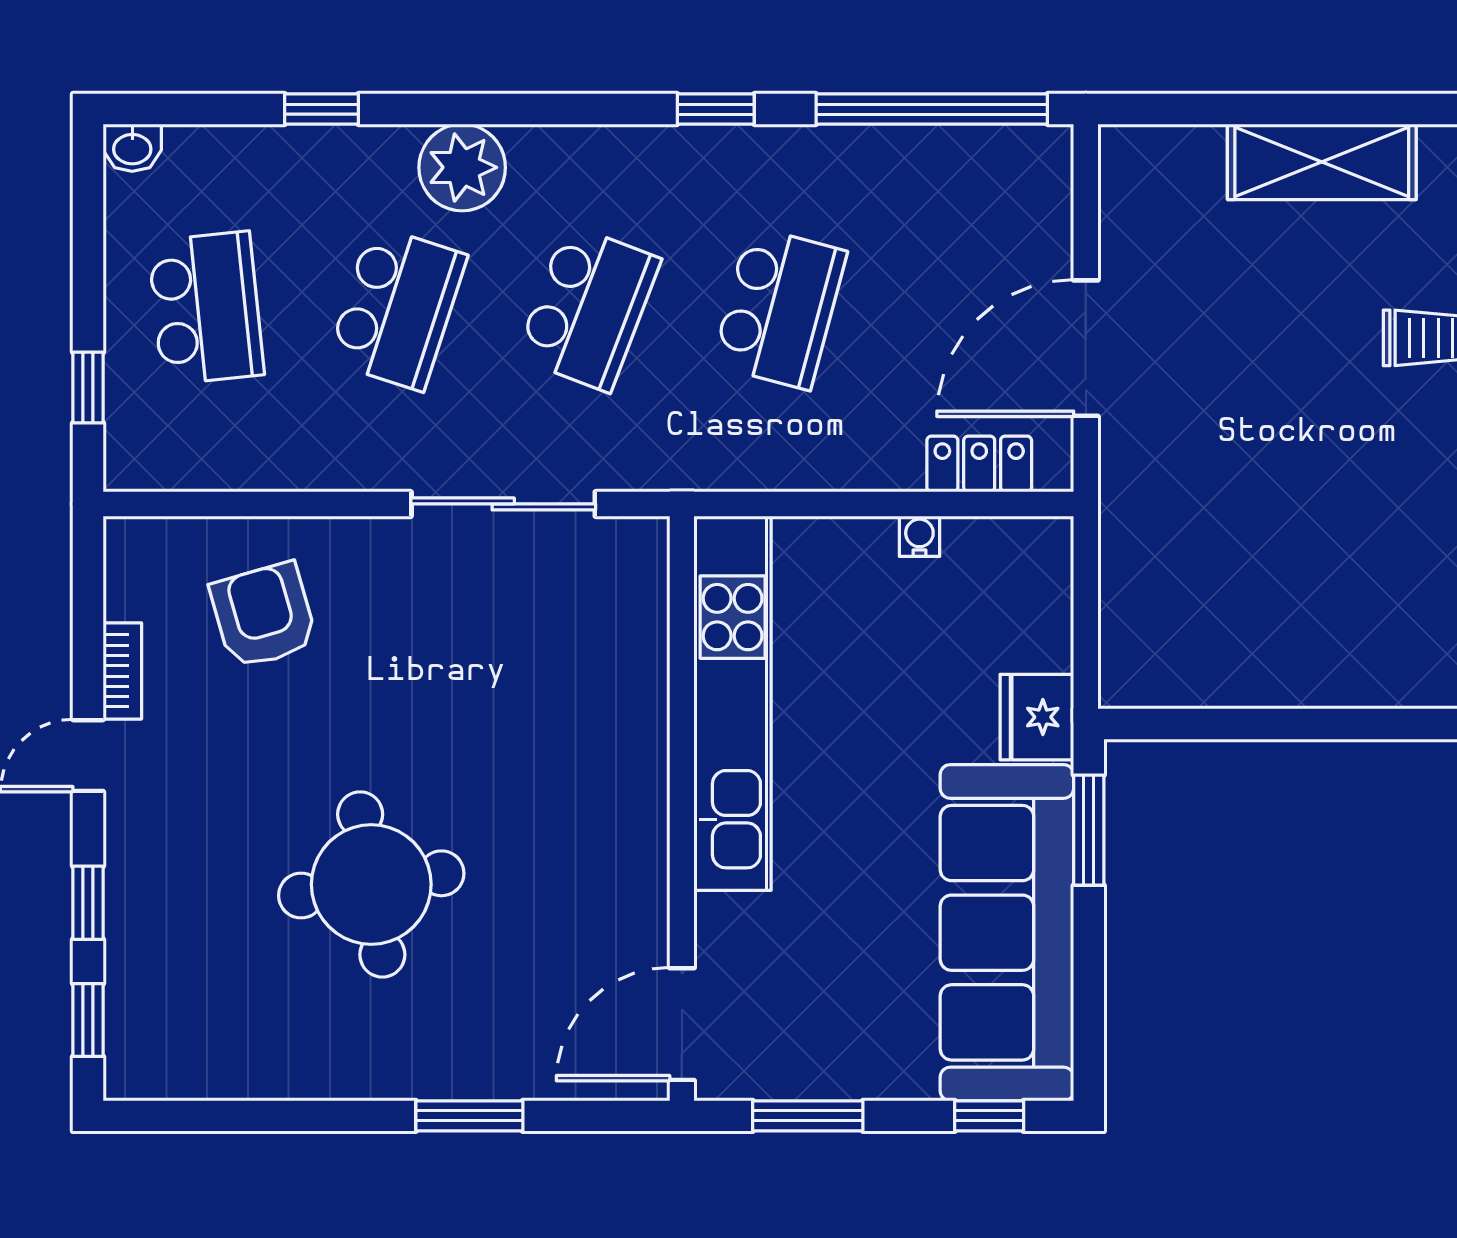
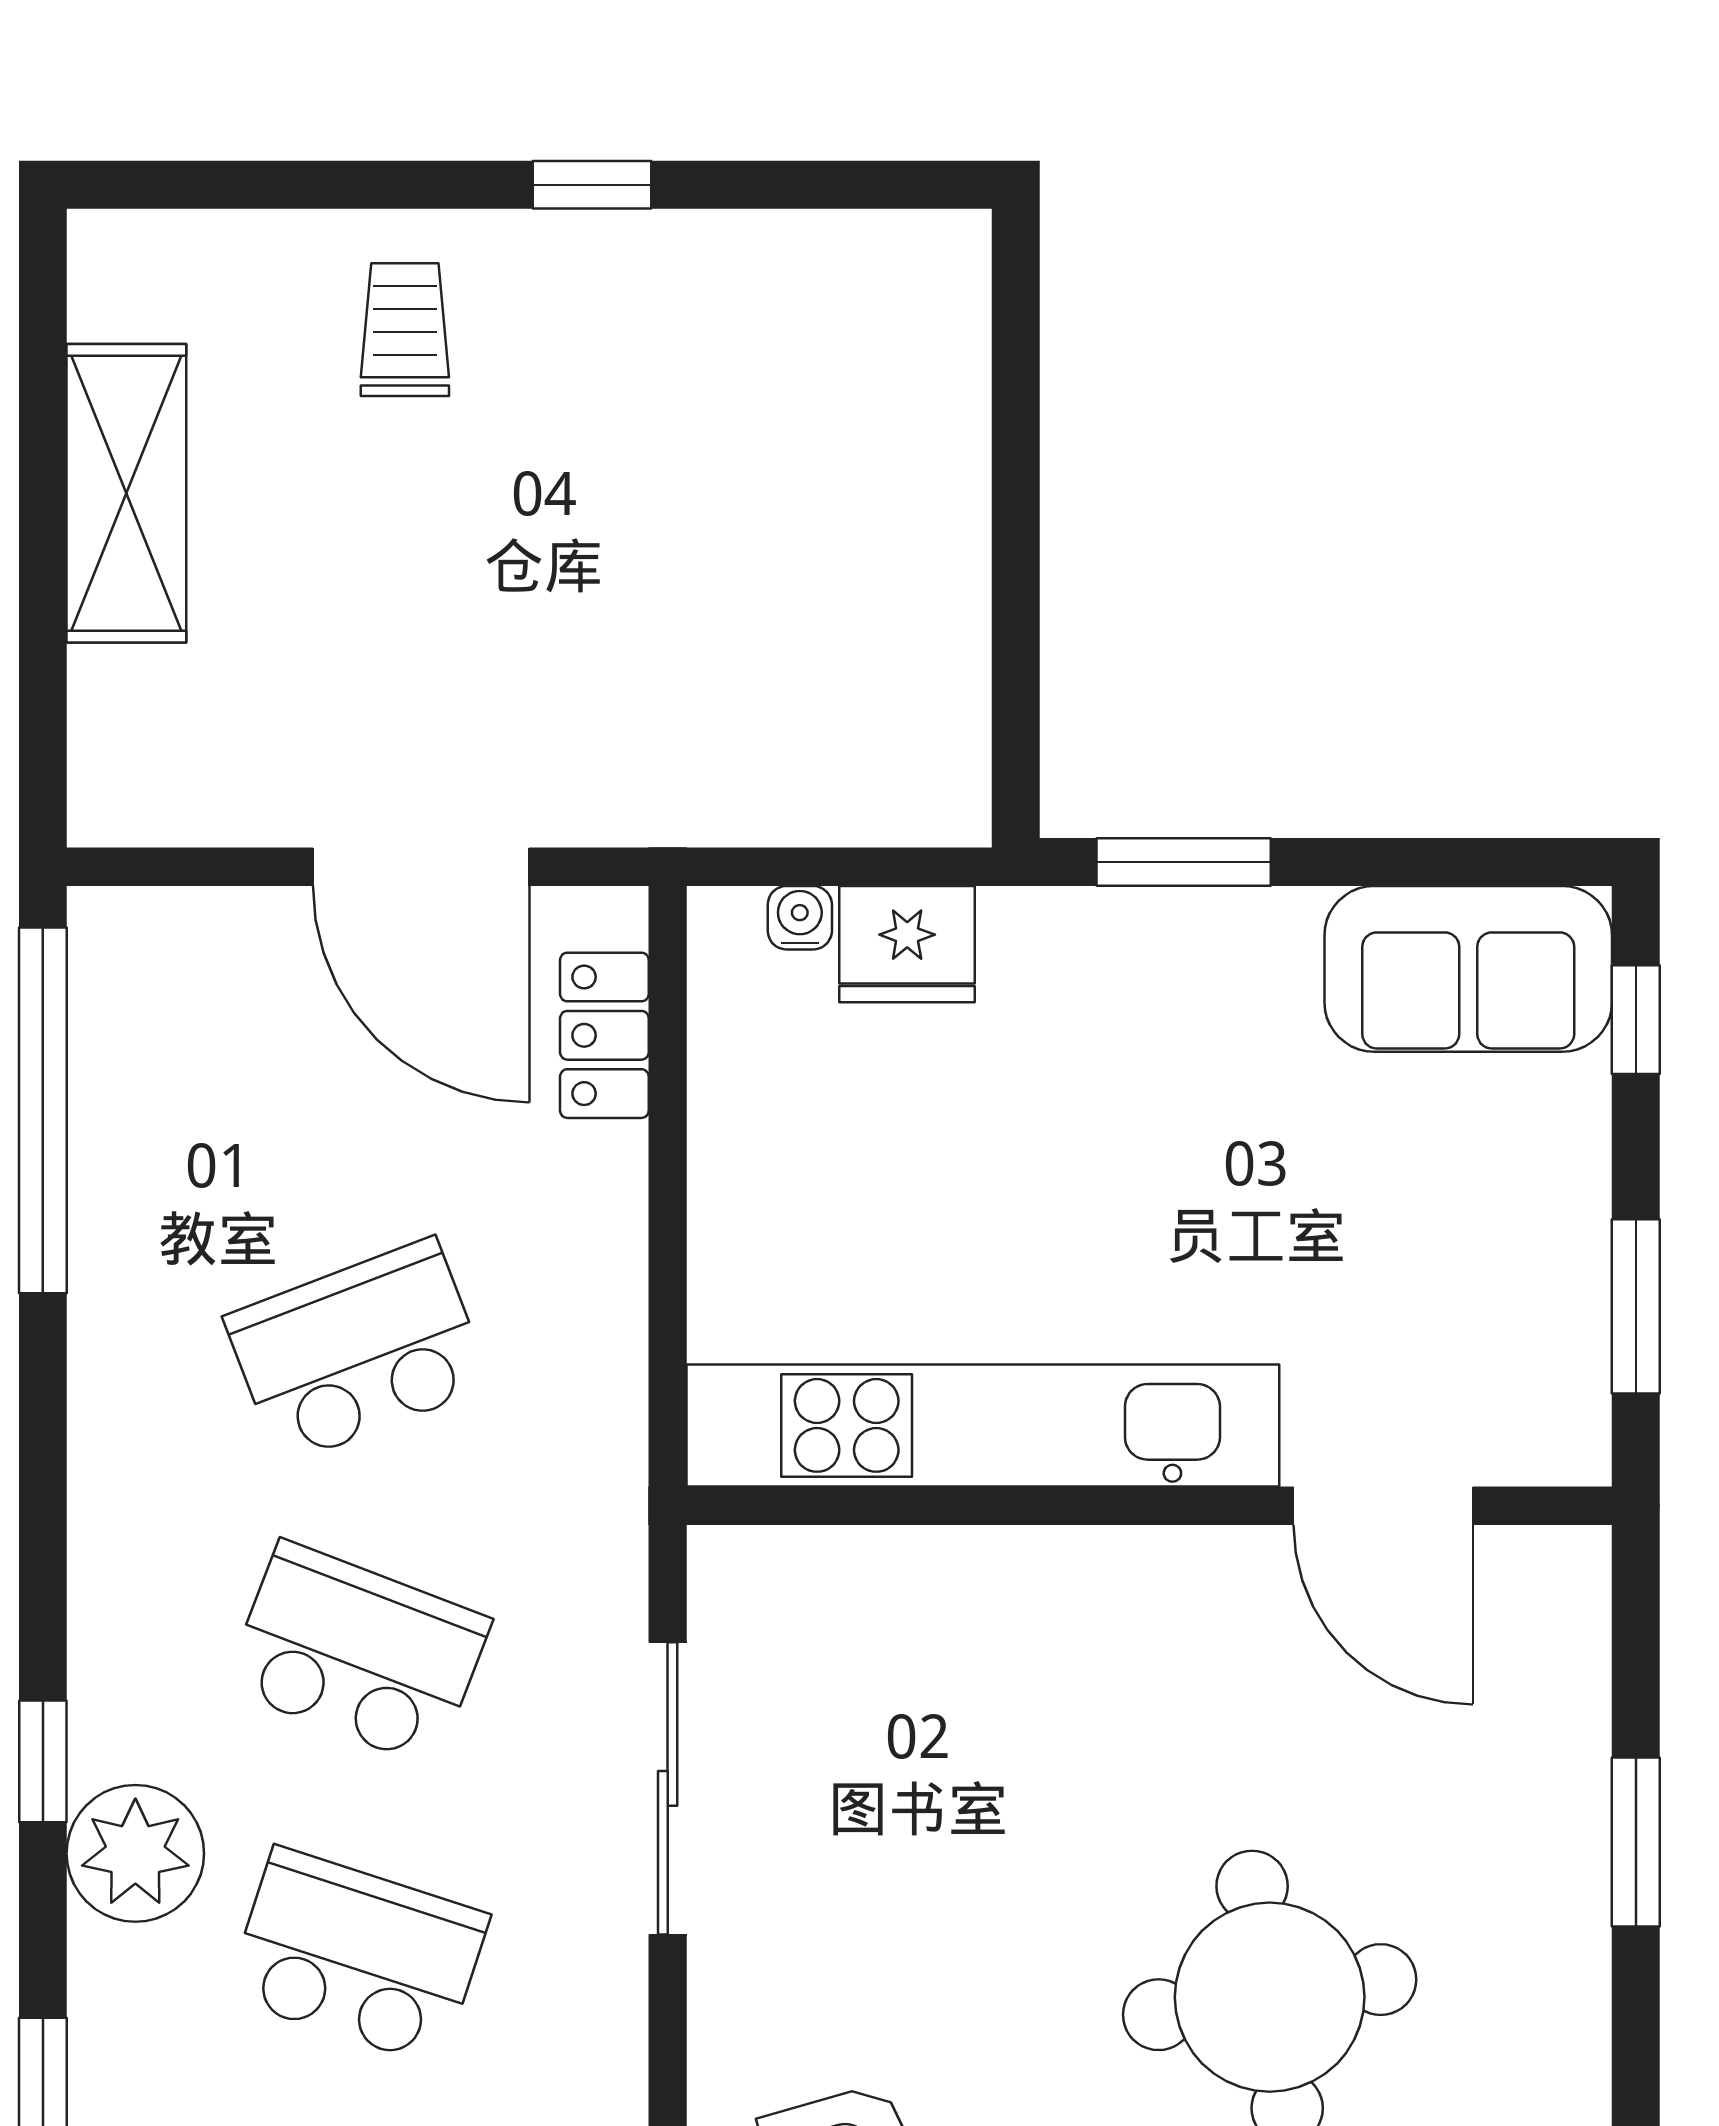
window: (716, 109) -> (43, 1761), moved
school desk: (780, 308) -> (358, 1351), turned -36
water cooler: (919, 536) -> (800, 918), moved, turned 90
fridge: (1037, 717) -> (907, 944), moved
sofa: (1007, 933) -> (1468, 969), width x0.54, depth x0.79
door: (682, 1024) -> (1383, 1506), moved

